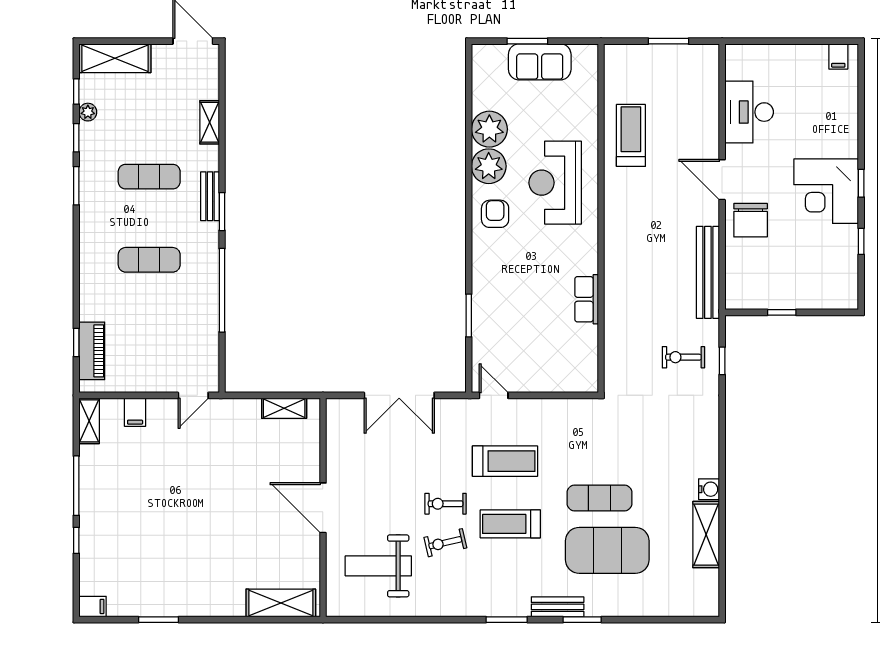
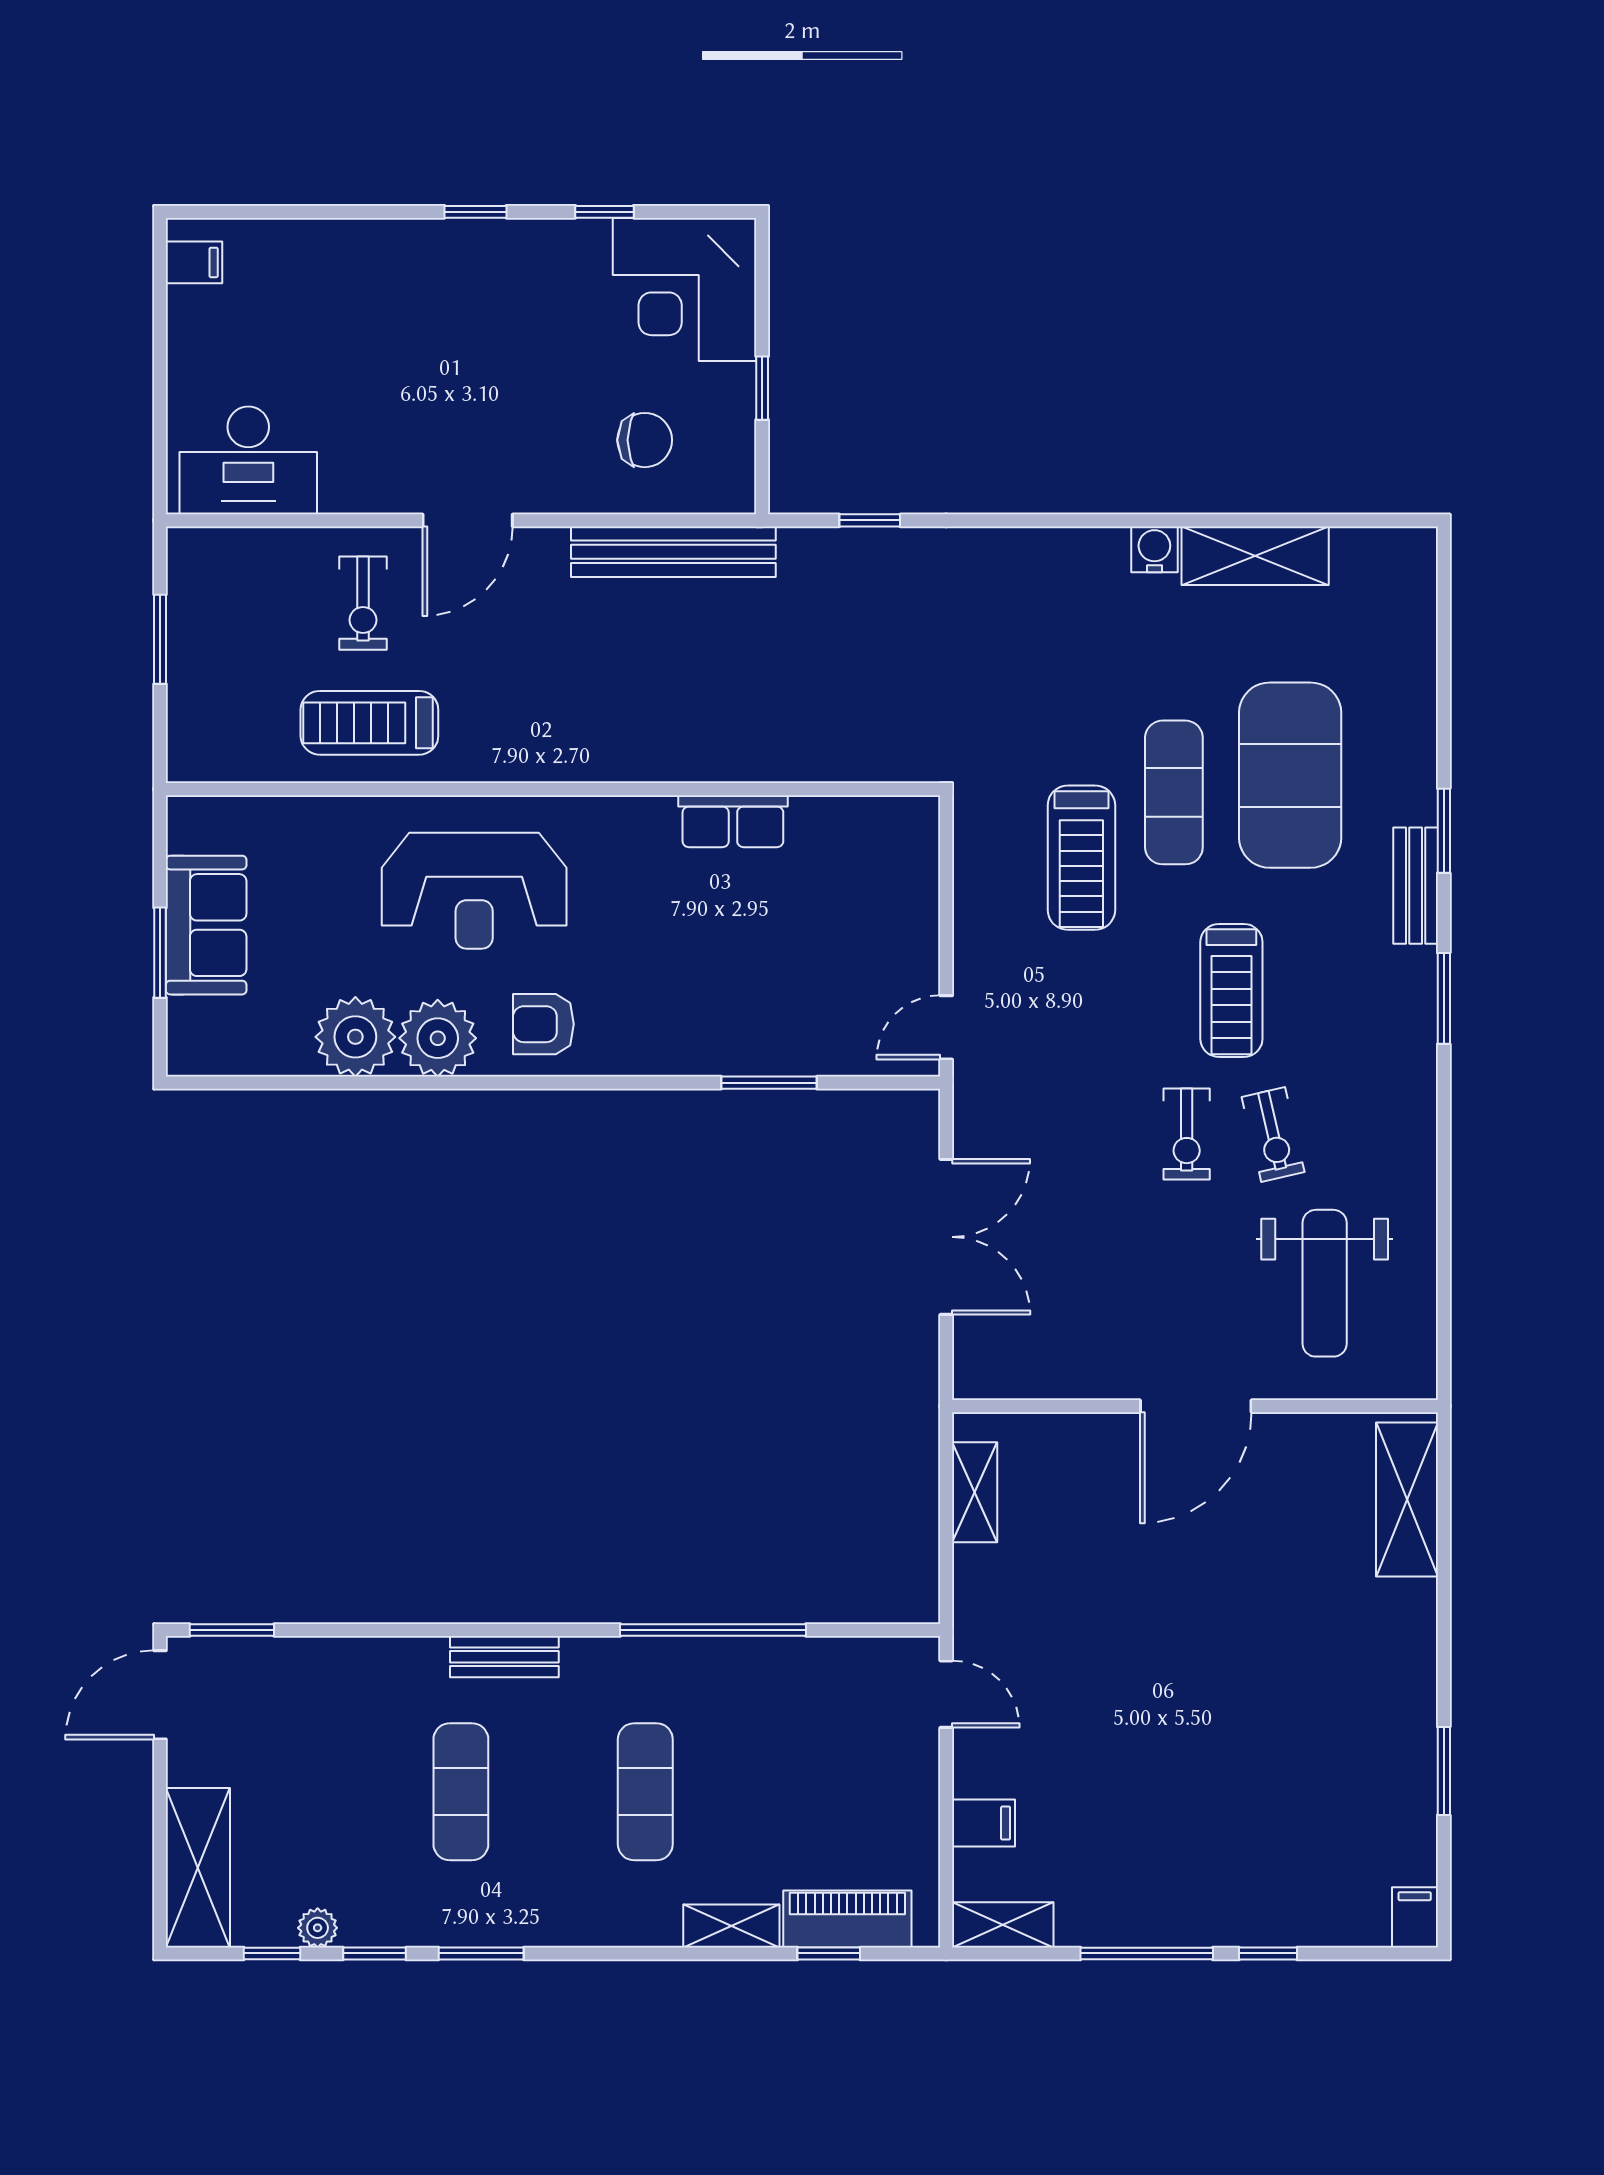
desk: (749, 112) -> (248, 460), moved
shelving: (210, 122) -> (731, 1926), moved
corner desk: (826, 191) -> (684, 289), moved, turned 90
window: (222, 212) -> (232, 1630), moved
chair: (751, 220) -> (645, 440), moved, width x0.73, depth x0.73
exercise bike: (683, 357) -> (363, 603), moved
treadmill: (505, 461) -> (1081, 858), moved, turned 180

